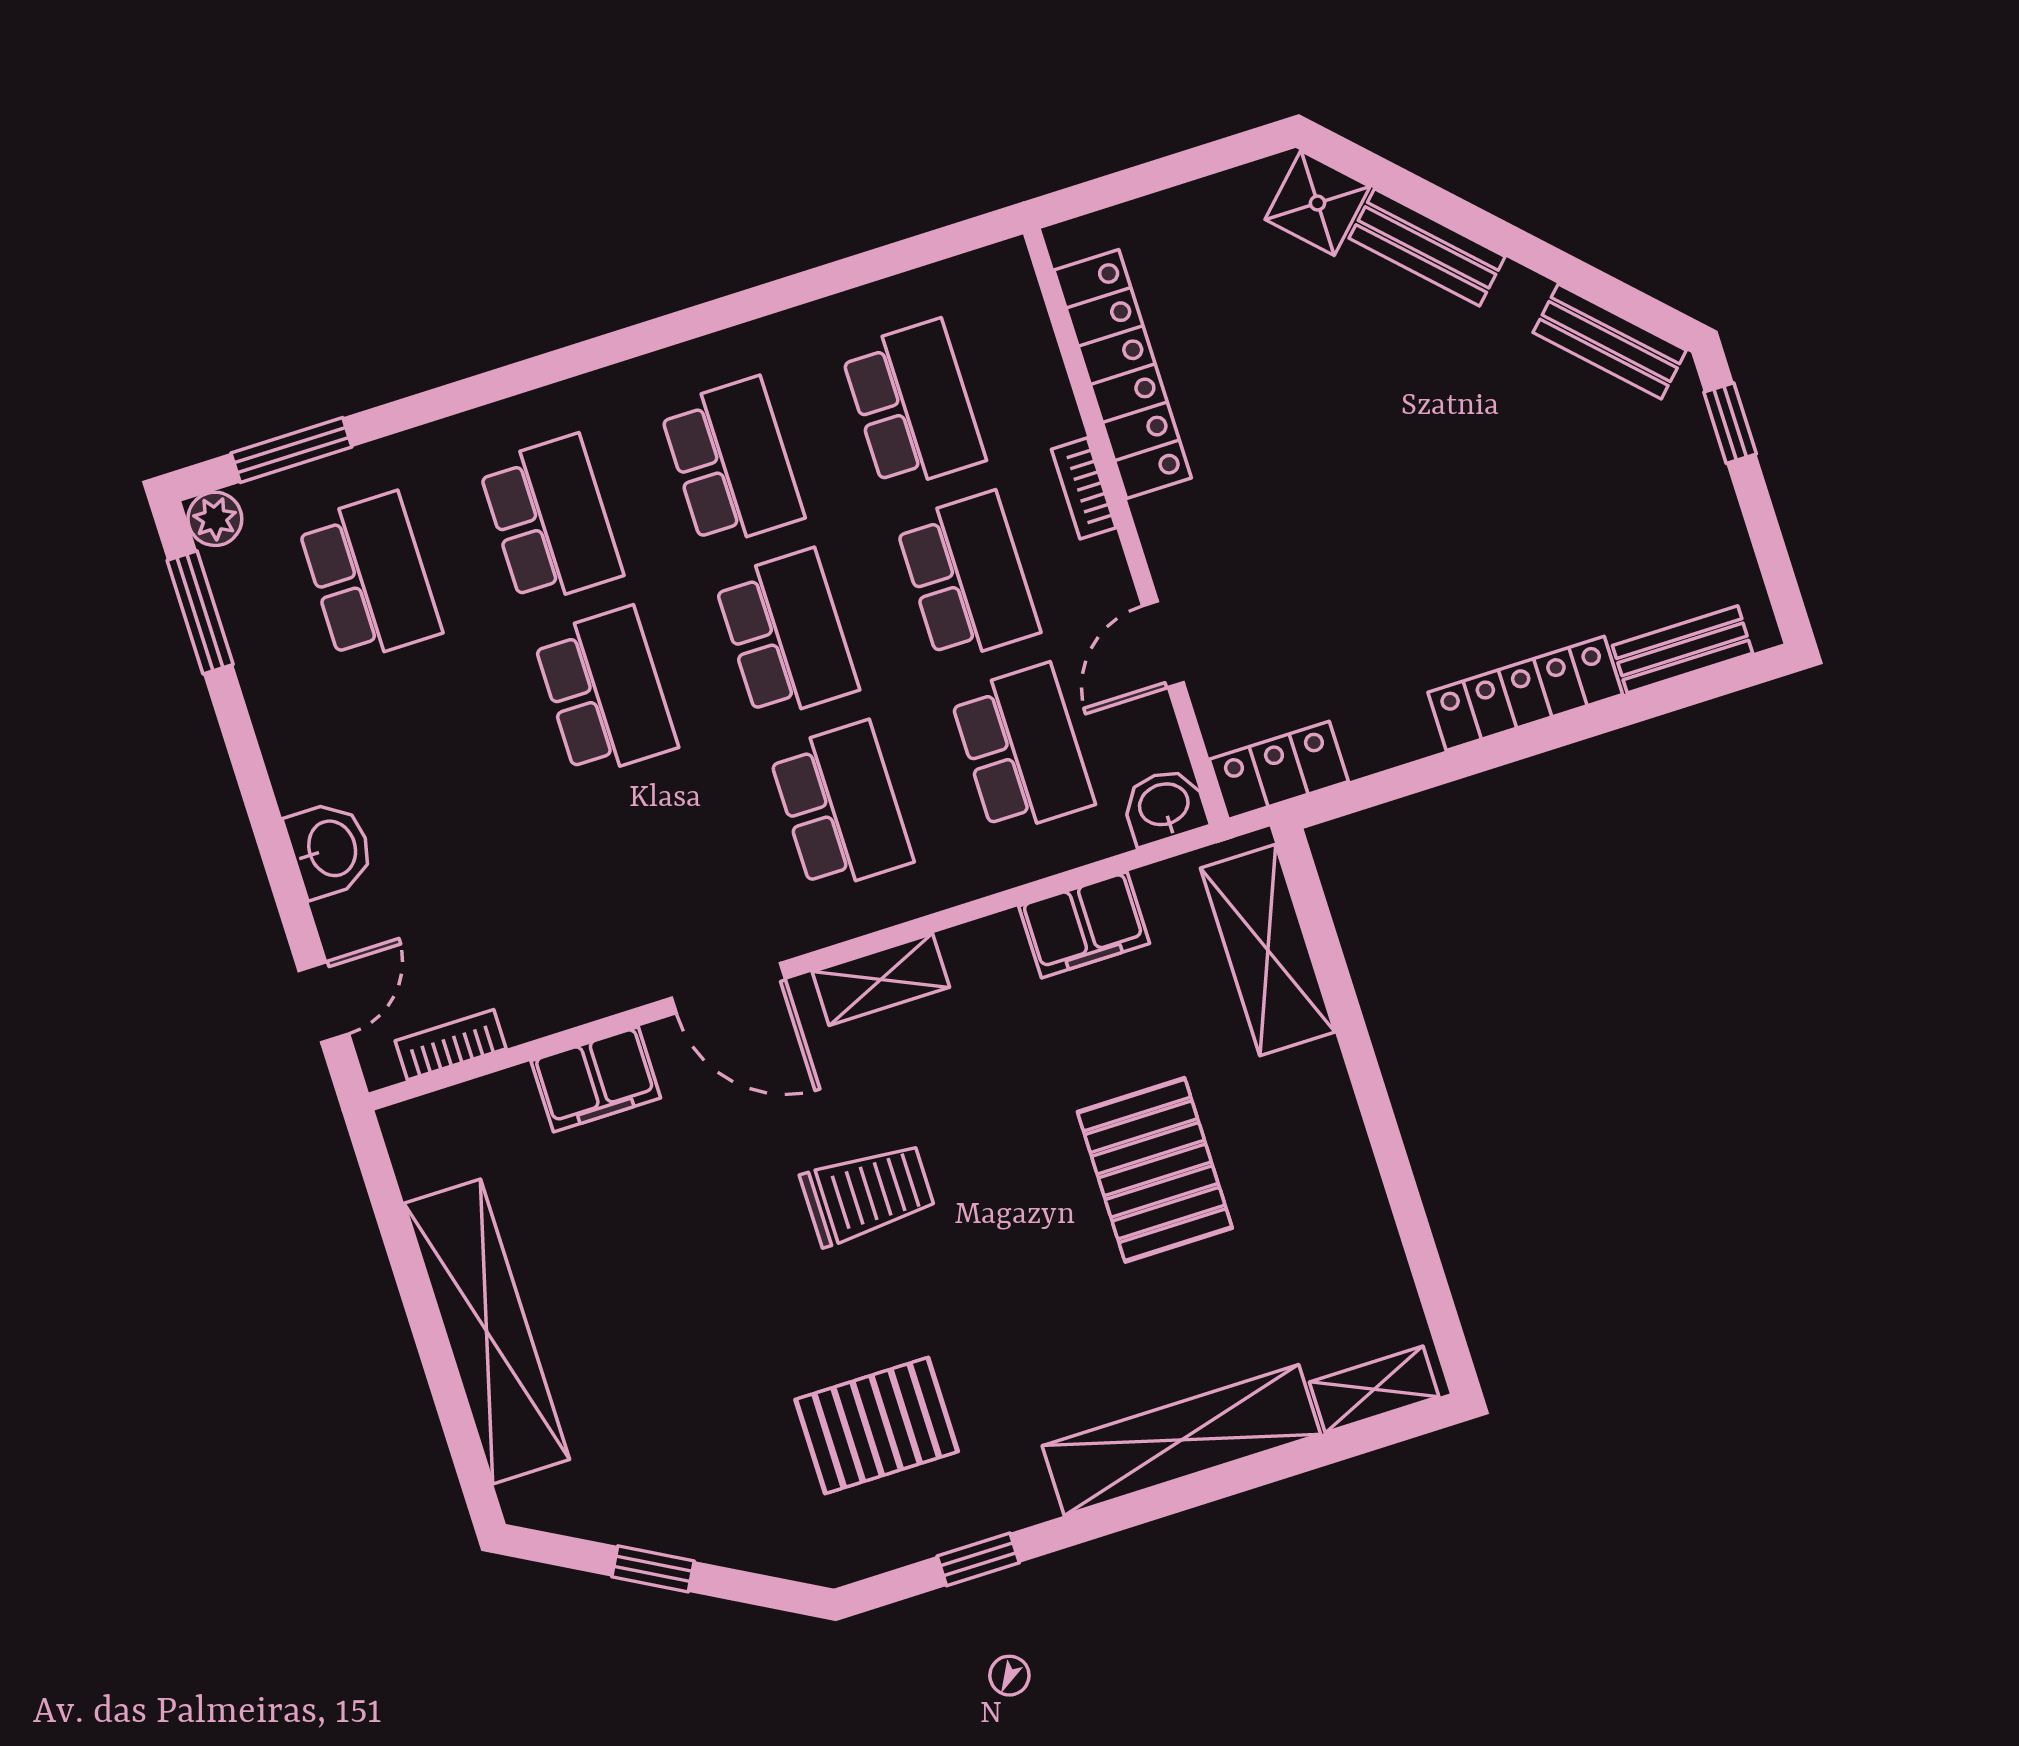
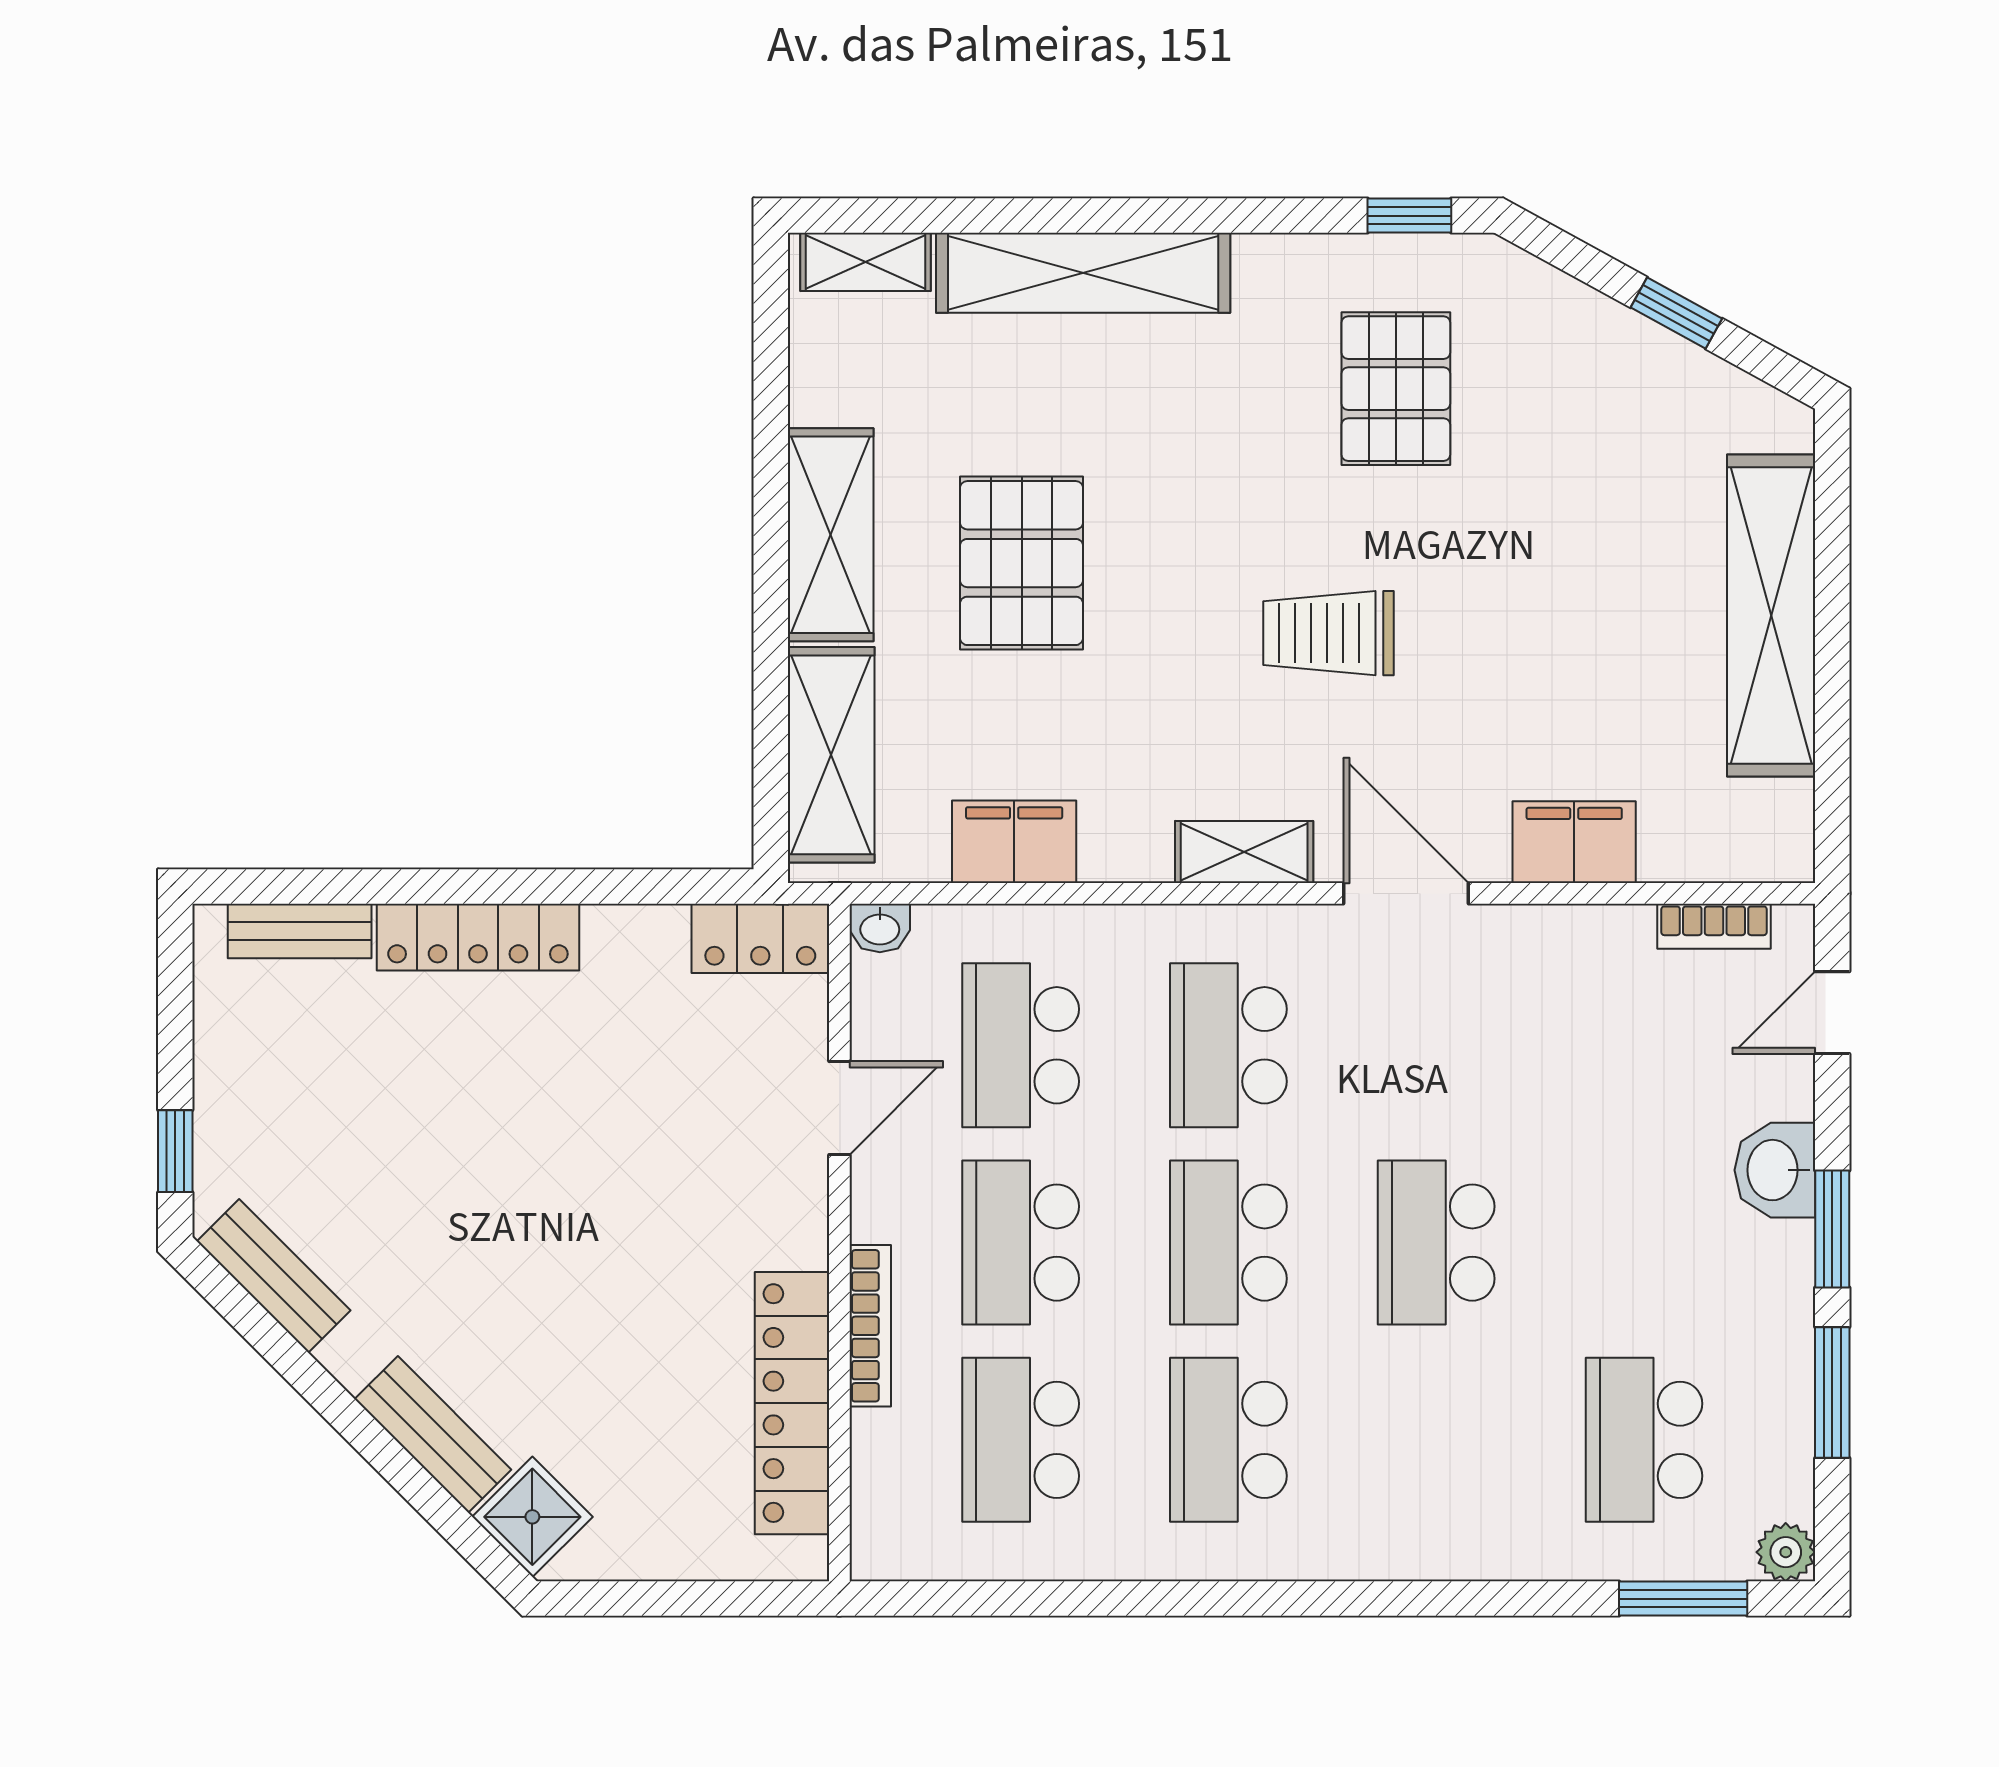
bookcase: (1084, 488) -> (870, 1326), width x1.56
school desk: (551, 520) -> (1436, 1440), removed
window: (200, 612) -> (1832, 1392), moved
washbasin: (1164, 806) -> (880, 928), width x0.72, depth x0.69
window: (264, 813) -> (1832, 1229), added
shelving: (1329, 1142) -> (831, 535), added
pallet: (877, 1425) -> (1396, 389), turned 90
window: (978, 1559) -> (1409, 216), moved

